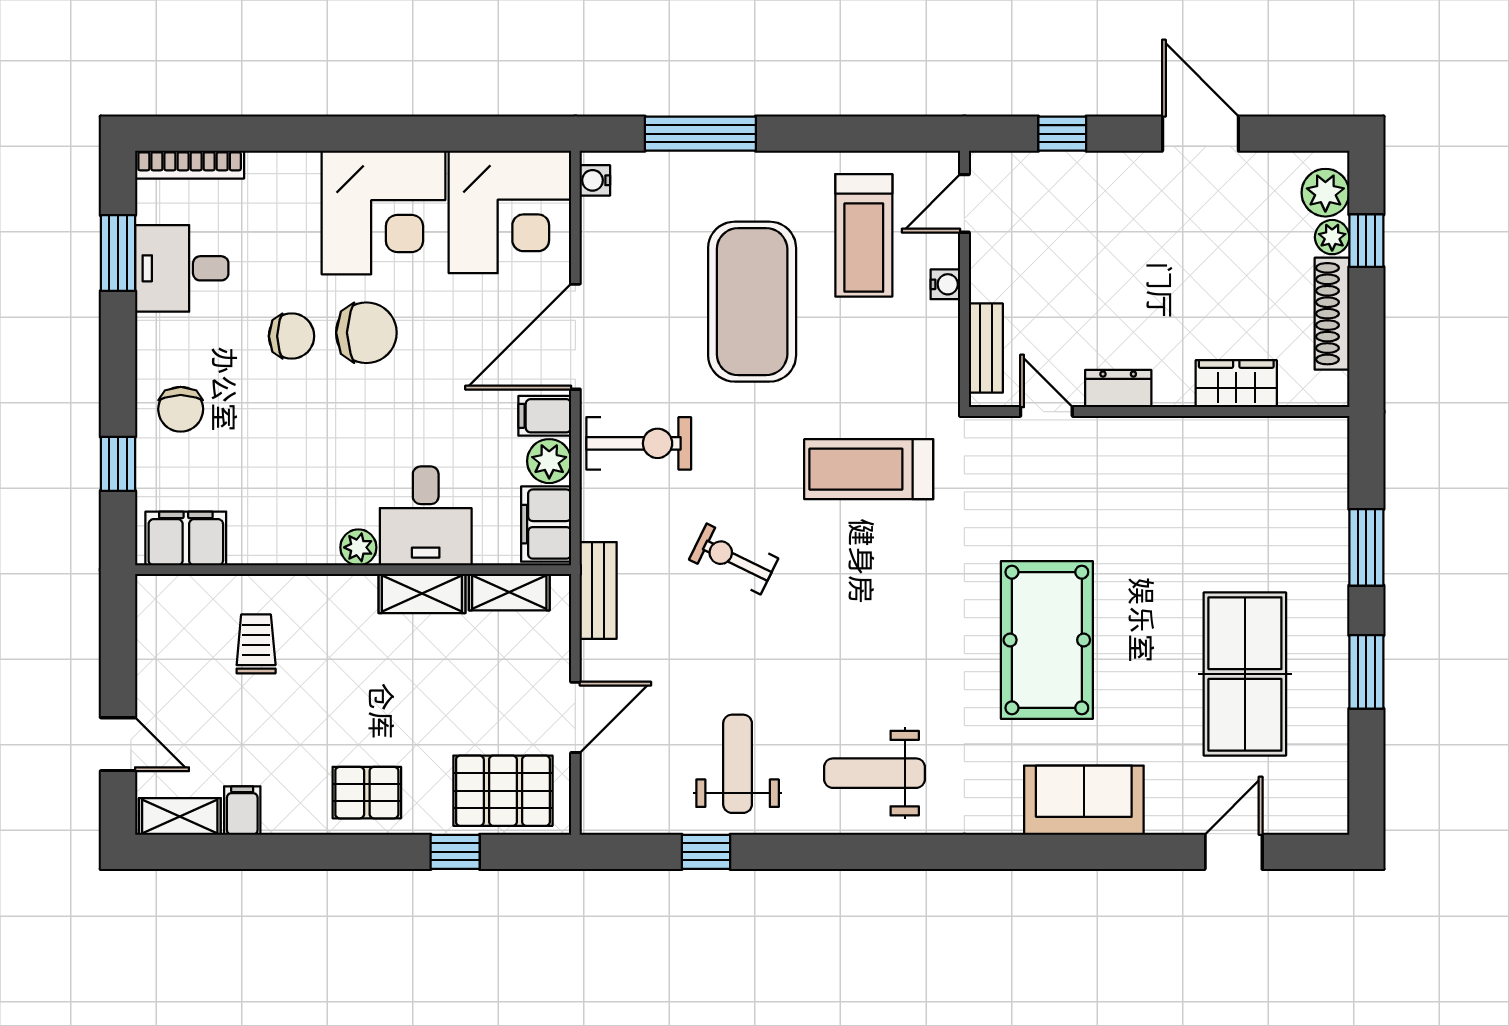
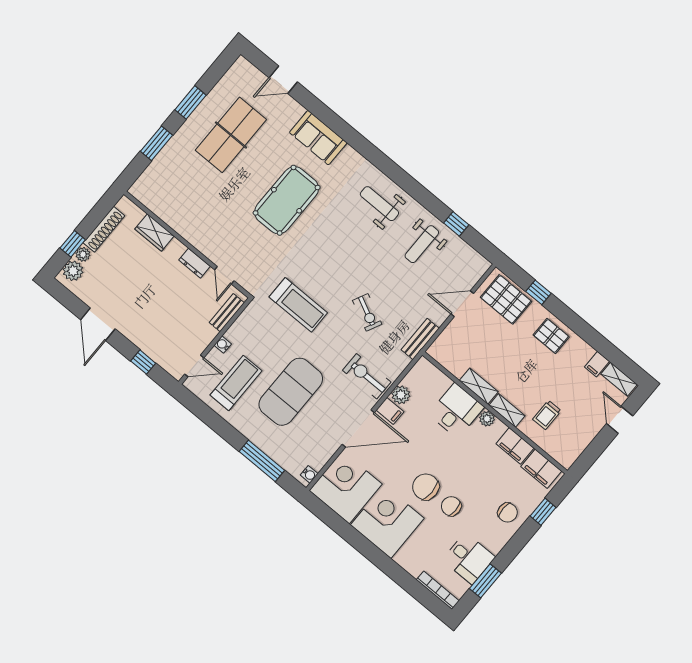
chair: (181, 409) -> (508, 513), turned 90
filing cabinet: (546, 524) -> (515, 446), moved, turned 90
shelving: (509, 592) -> (507, 410), moved
weight bench: (874, 773) -> (379, 204), turned 180

